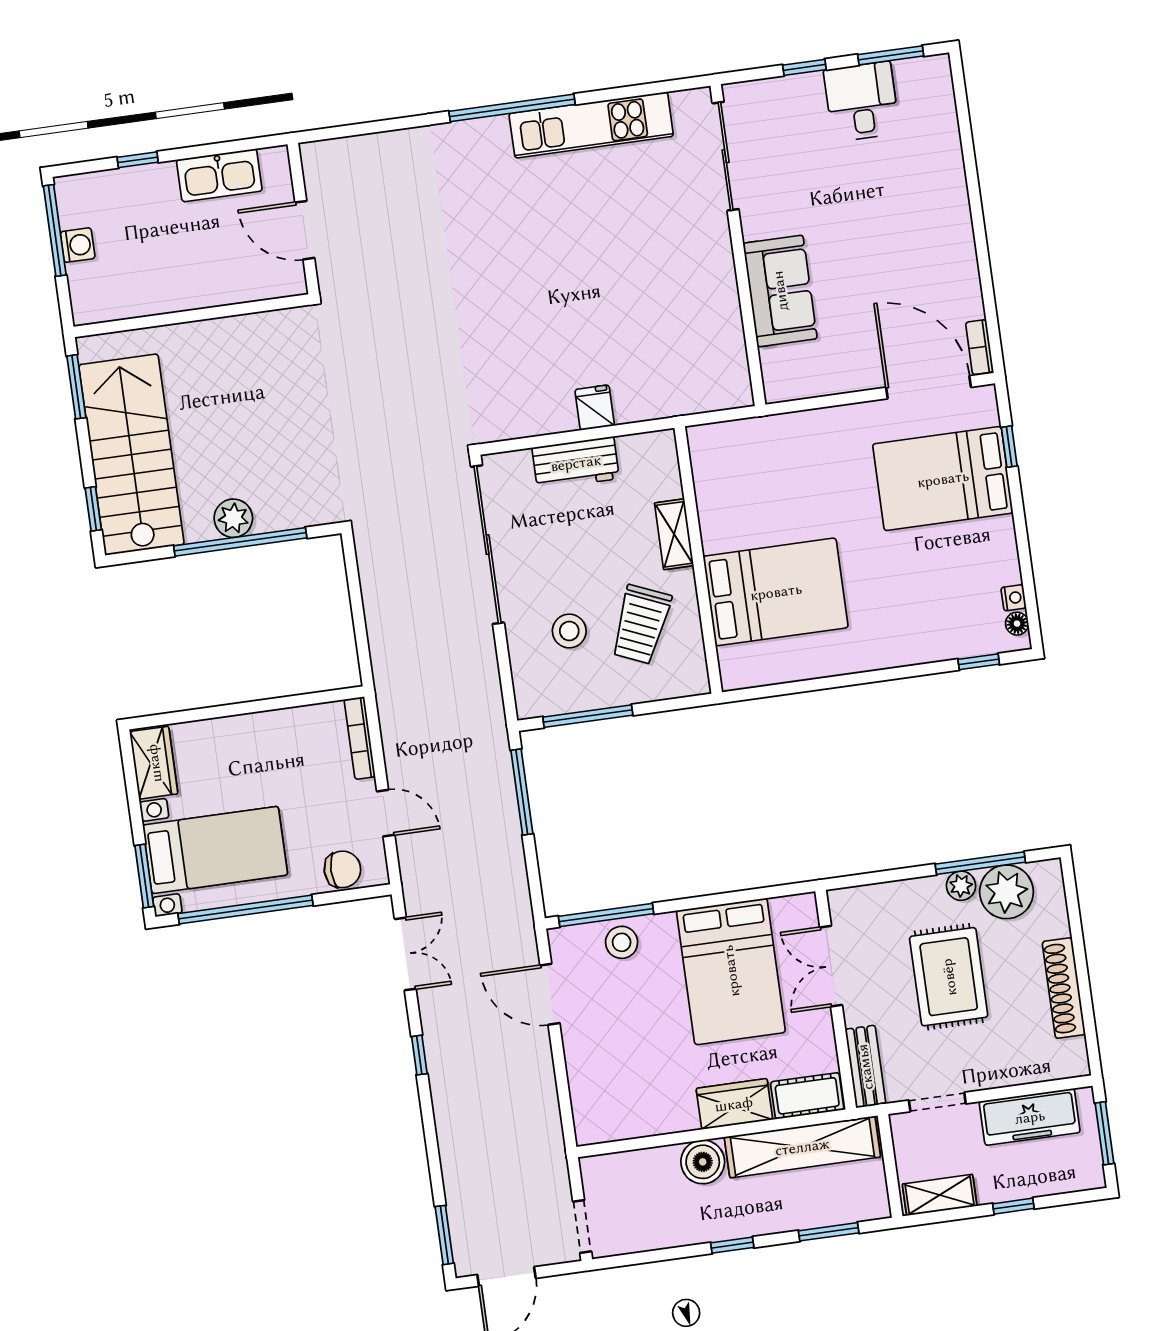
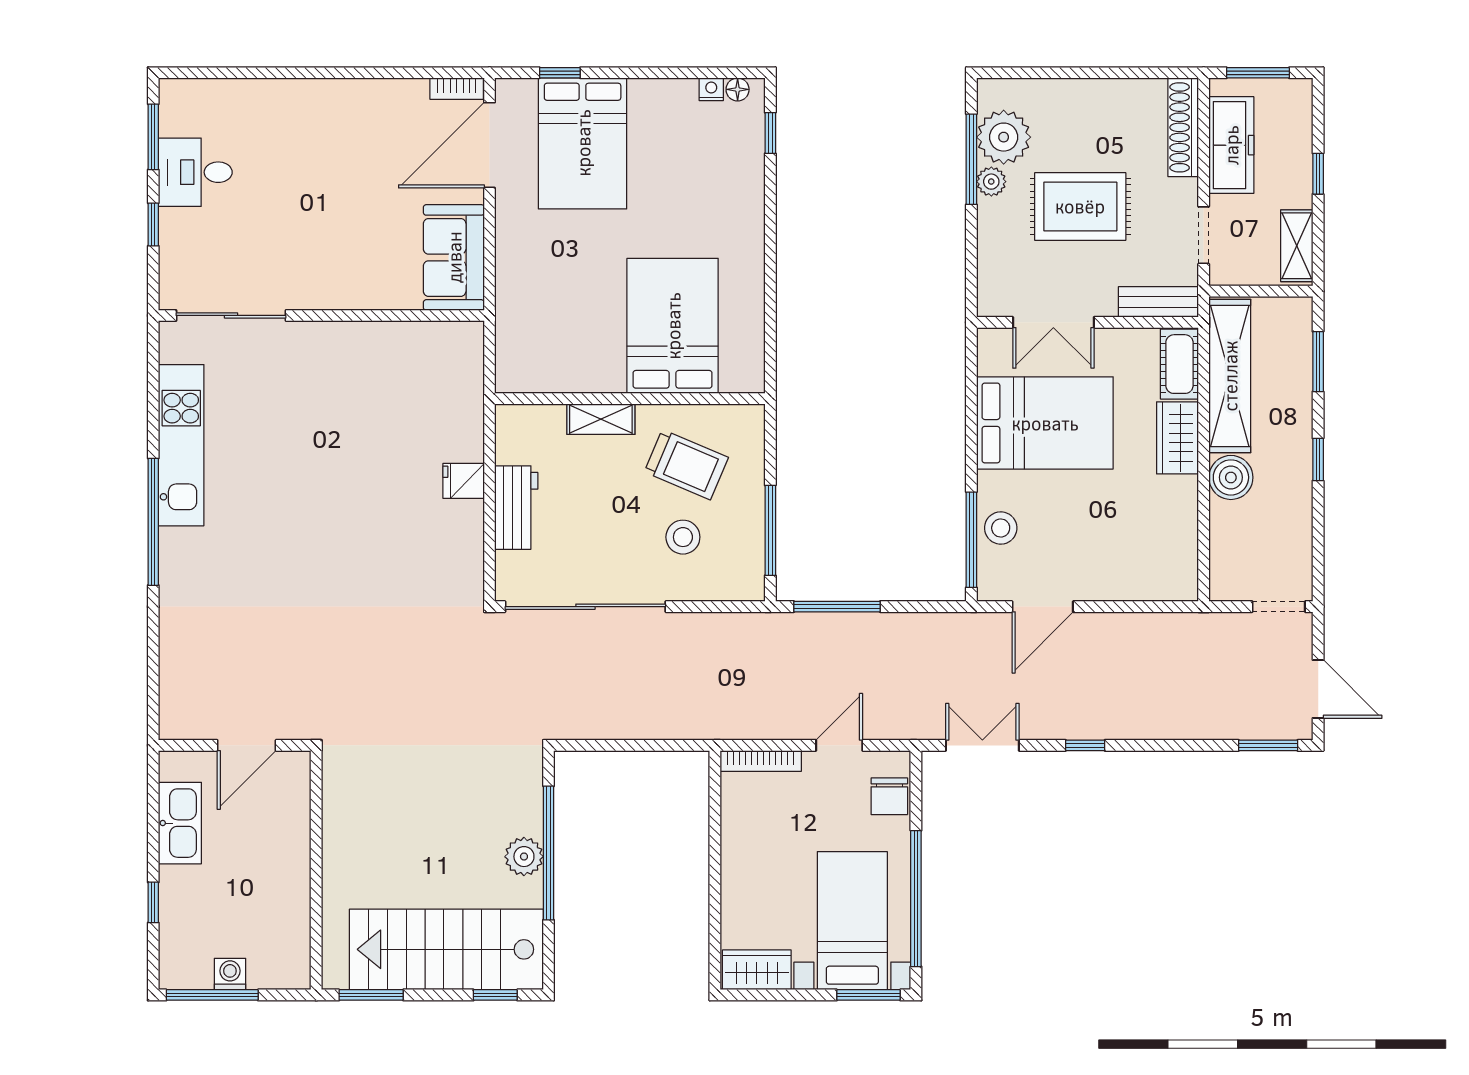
sofa: (780, 291) -> (454, 257), moved, turned -90
chair: (342, 869) -> (889, 796), turned 180
shoe rack: (1064, 988) -> (1183, 127), moved, turned 90

